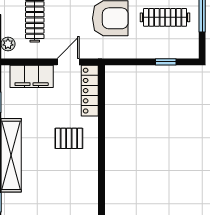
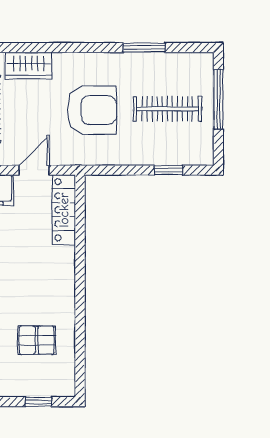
pallet: (69, 138) -> (37, 340), moved

